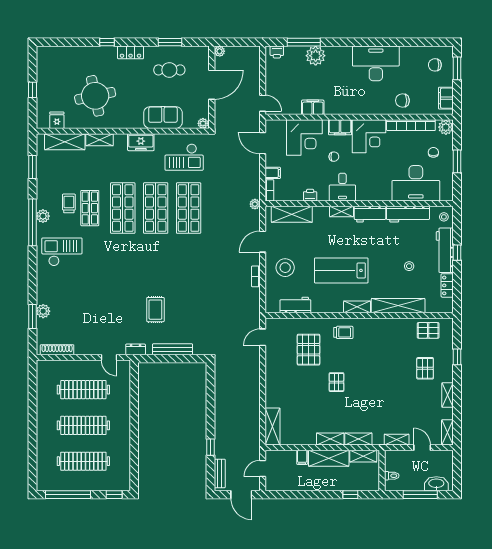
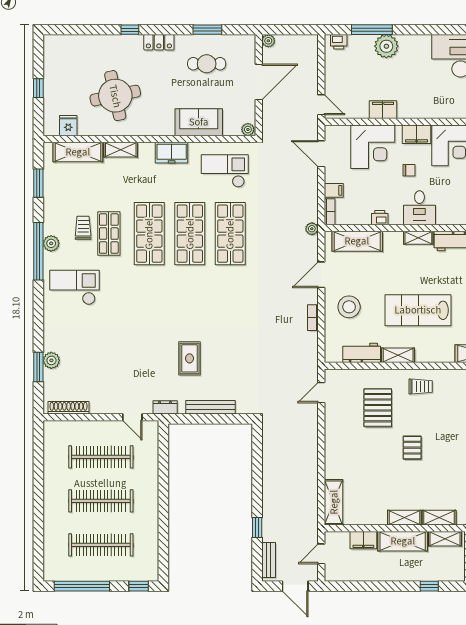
checkout: (184, 157) -> (225, 171), turned 180
shelving: (357, 307) -> (398, 355), moved
filing cabinet: (302, 457) -> (363, 540), width x2.00

